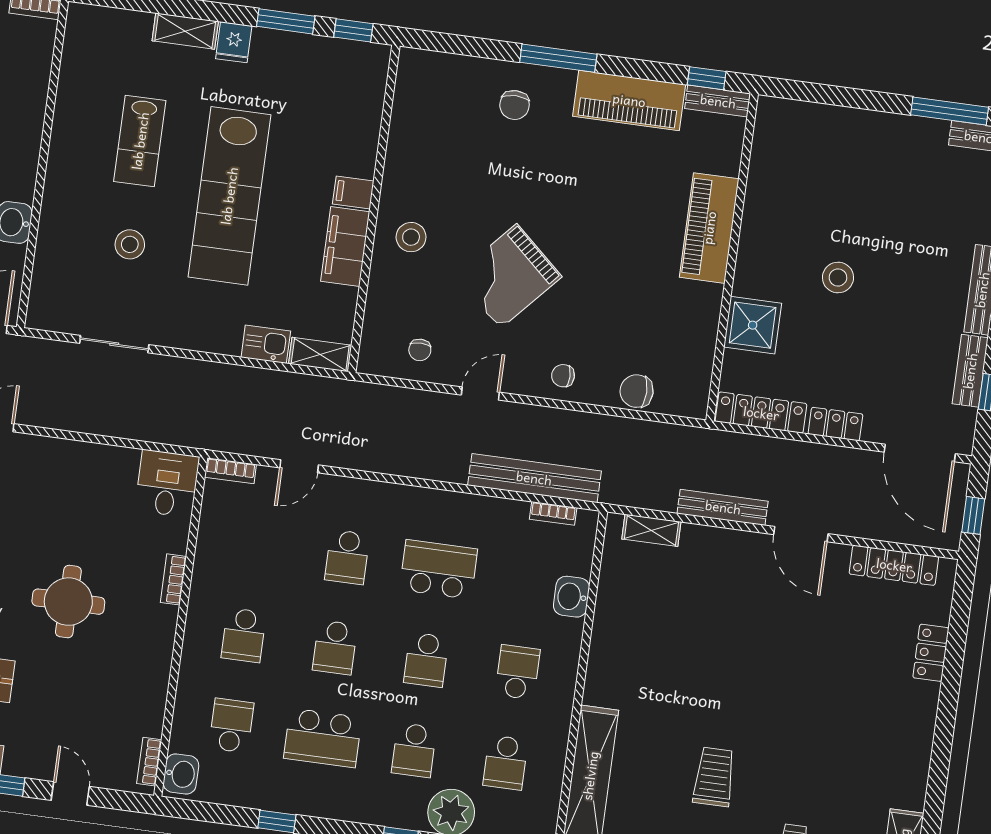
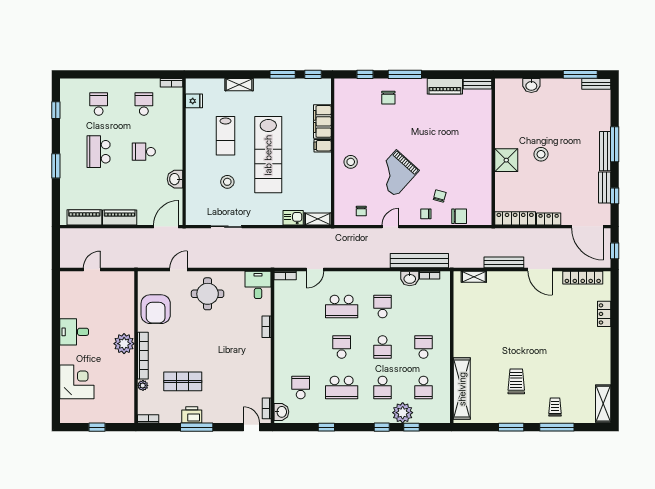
fridge: (234, 42) -> (194, 101), moved, turned -90
window: (707, 78) -> (365, 74), moved
piano: (629, 100) -> (445, 86), width x0.73, depth x0.75
washbasin: (837, 121) -> (531, 85), added
piano: (709, 228) -> (481, 140), removed
filing cabinet: (345, 246) -> (322, 121), moved
shower: (753, 325) -> (506, 160), moved
chair: (599, 340) -> (440, 196), added
chair: (637, 391) -> (459, 216), turned 180
school desk: (347, 557) -> (342, 307), width x1.85
school desk: (438, 569) -> (383, 307), width x0.54
washbasin: (571, 597) -> (410, 278), moved, turned -90
round table: (68, 602) -> (208, 294), moved
school desk: (244, 635) -> (301, 347), removed
school desk: (335, 647) -> (342, 347), turned 180
door: (70, 793) -> (252, 427), moved

